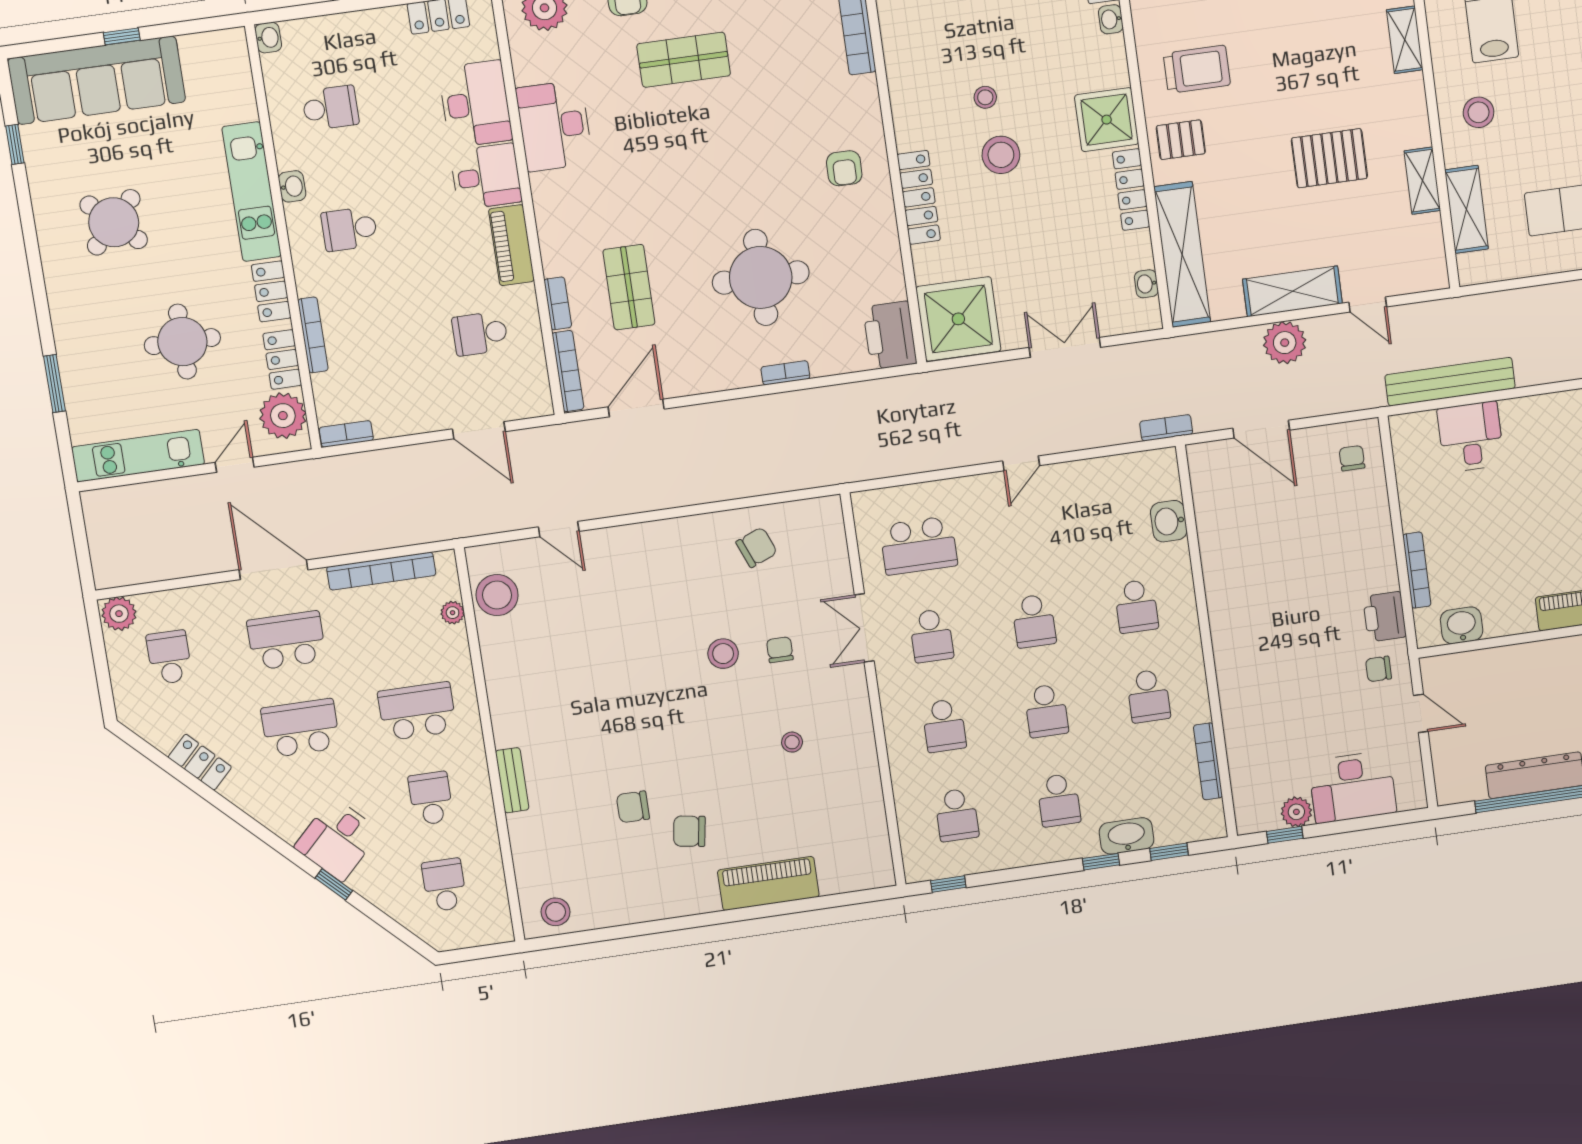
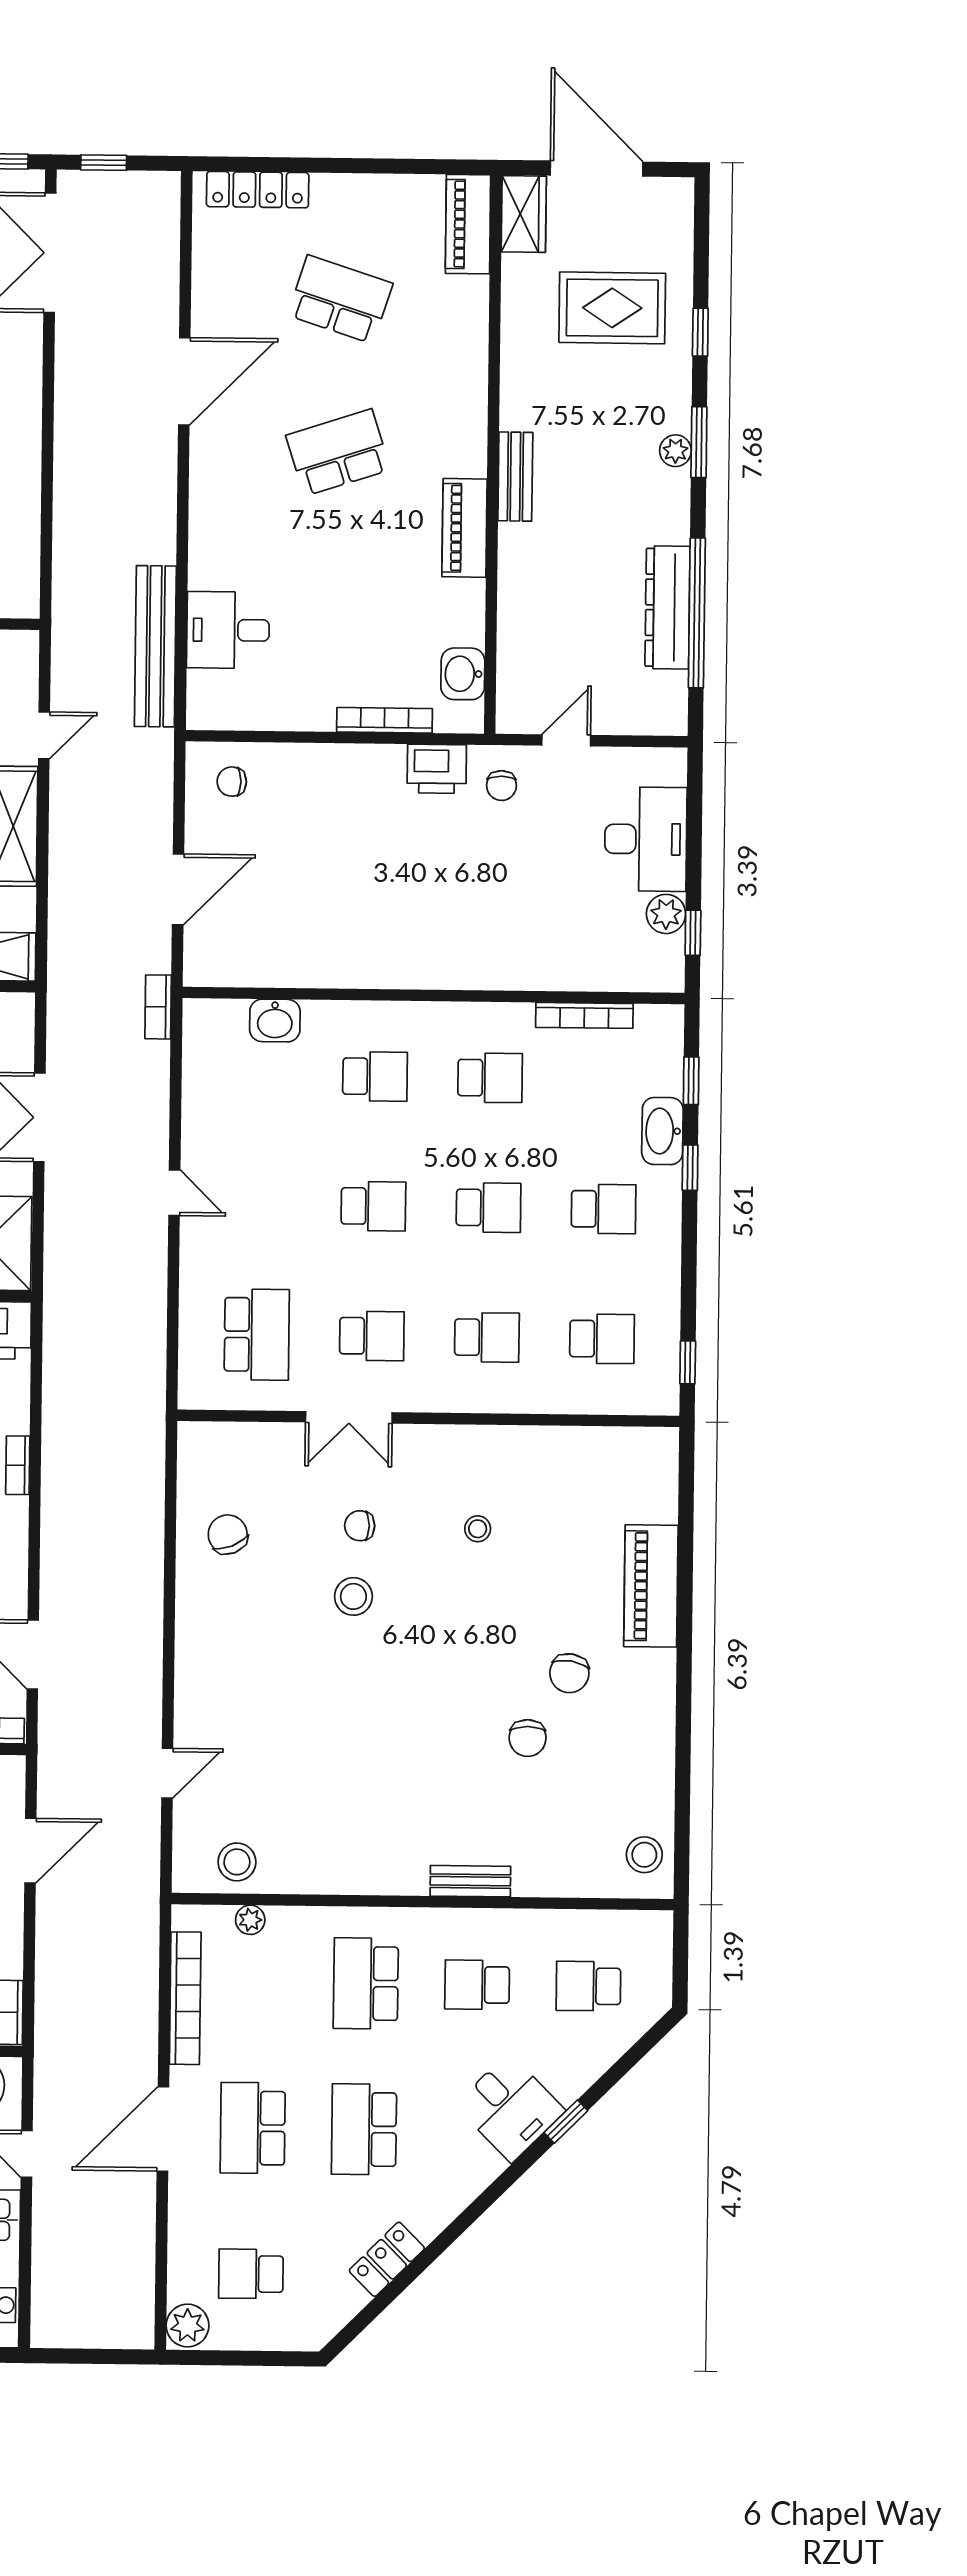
plant: (1285, 343) -> (75, 845), removed
stool: (497, 595) -> (237, 1862), width x0.73, depth x0.73

